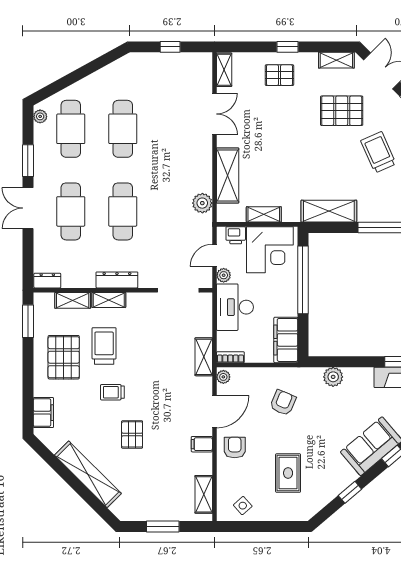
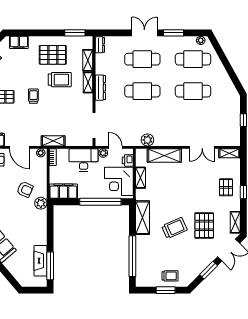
trolley: (378, 152) -> (174, 228), moved
plant: (333, 377) -> (41, 203), moved
trolley: (112, 392) -> (33, 96), moved

